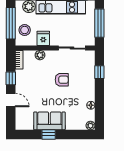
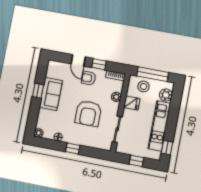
window: (99, 23) -> (136, 161), width x0.46
window: (99, 72) -> (73, 148), moved
armchair: (62, 80) -> (88, 113), width x1.88, depth x1.88
armchair: (27, 86) -> (89, 78), added
door: (11, 100) -> (78, 60), hinge flipped

